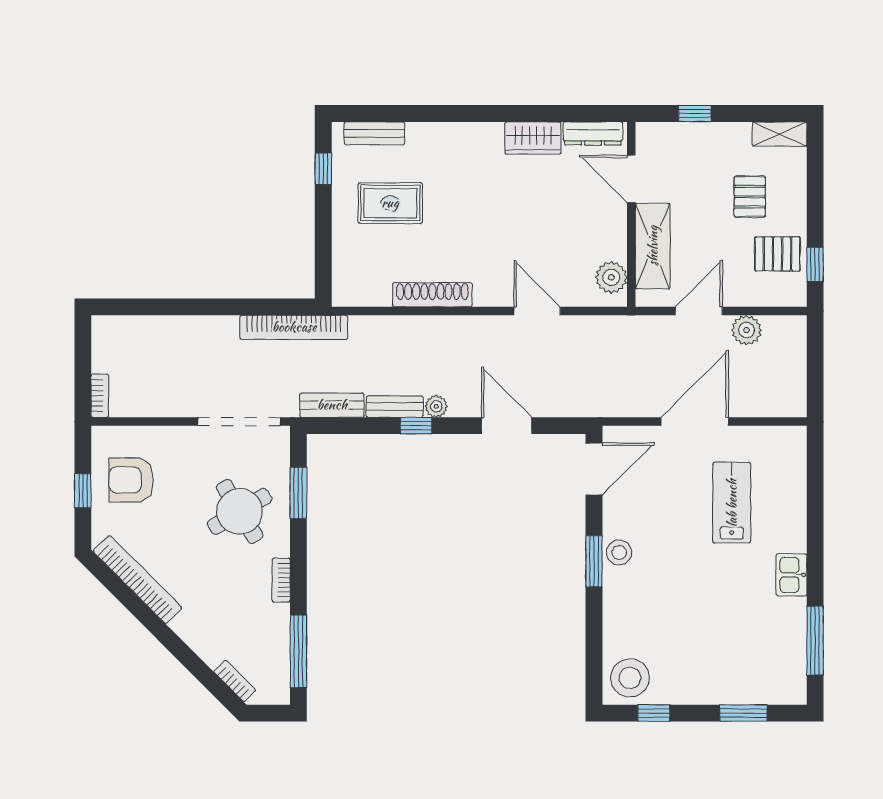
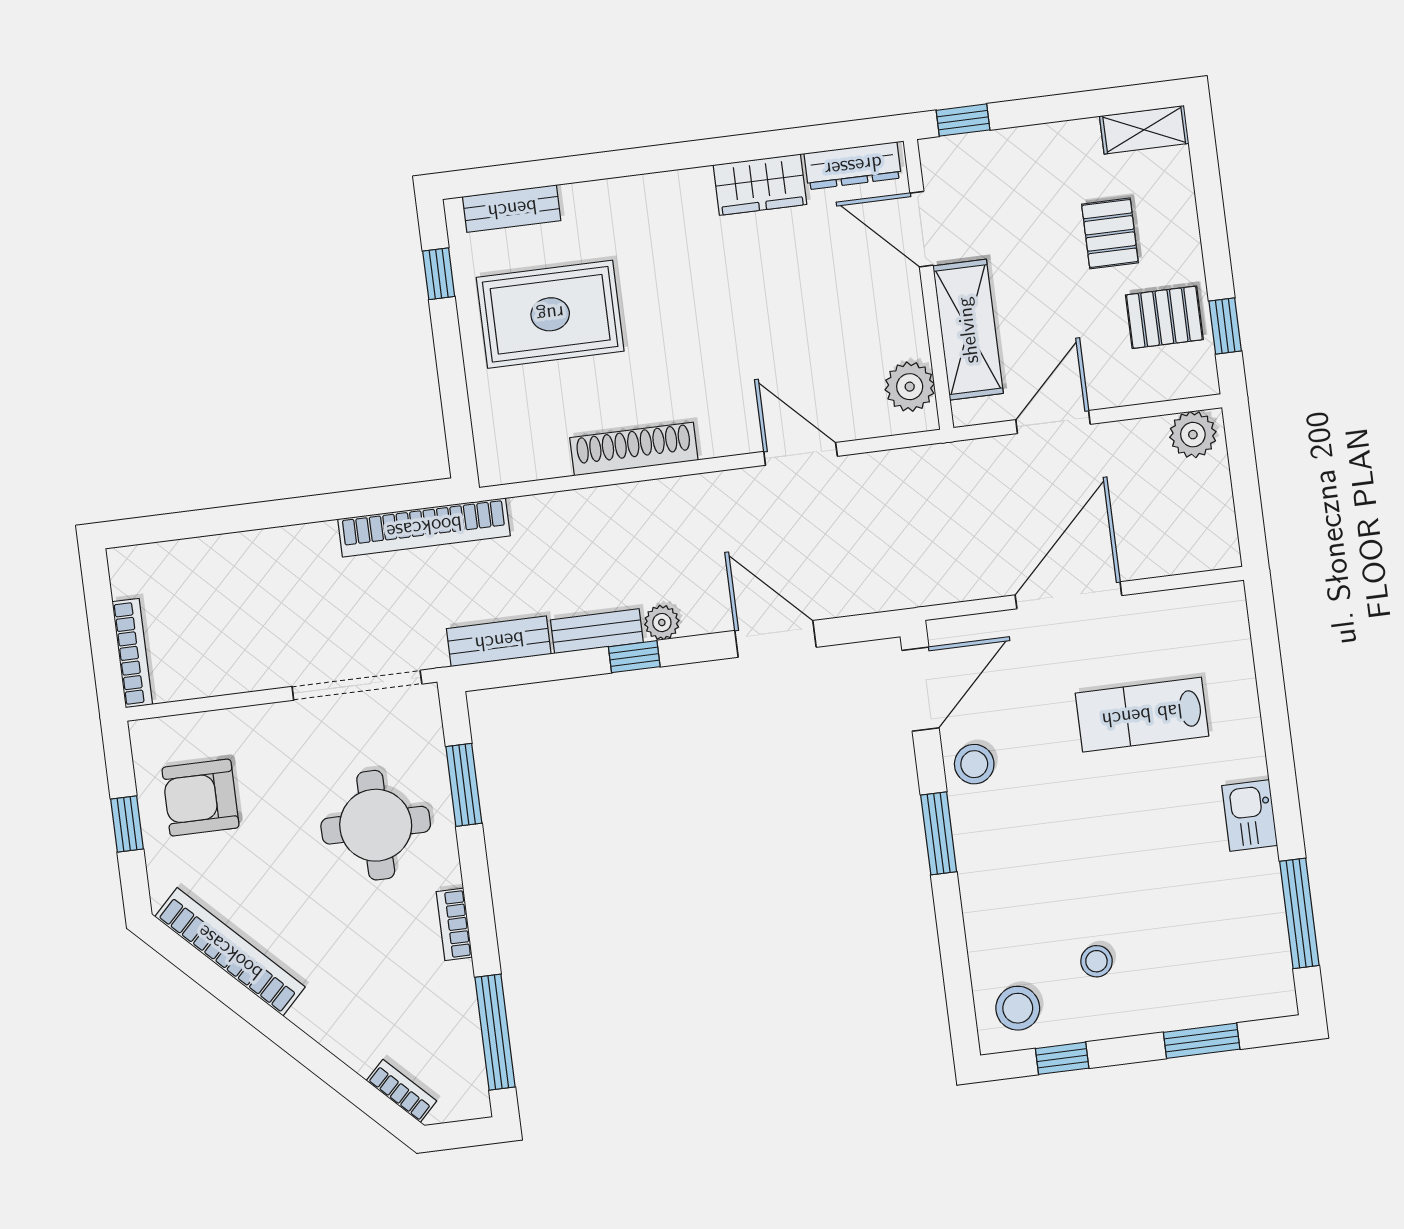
window: (695, 113) -> (963, 120), moved
rug: (390, 203) -> (550, 314), width x1.36, depth x1.43
plant: (746, 330) -> (1193, 435), moved
bookcase: (100, 396) -> (132, 653), width x1.56
lab bench: (732, 503) -> (1142, 715), turned -90
round table: (240, 511) -> (376, 825), turned 31
stool: (619, 552) -> (974, 764), moved
stool: (683, 655) -> (1096, 961), added
stool: (630, 678) -> (1018, 1008), width x0.73, depth x0.73

